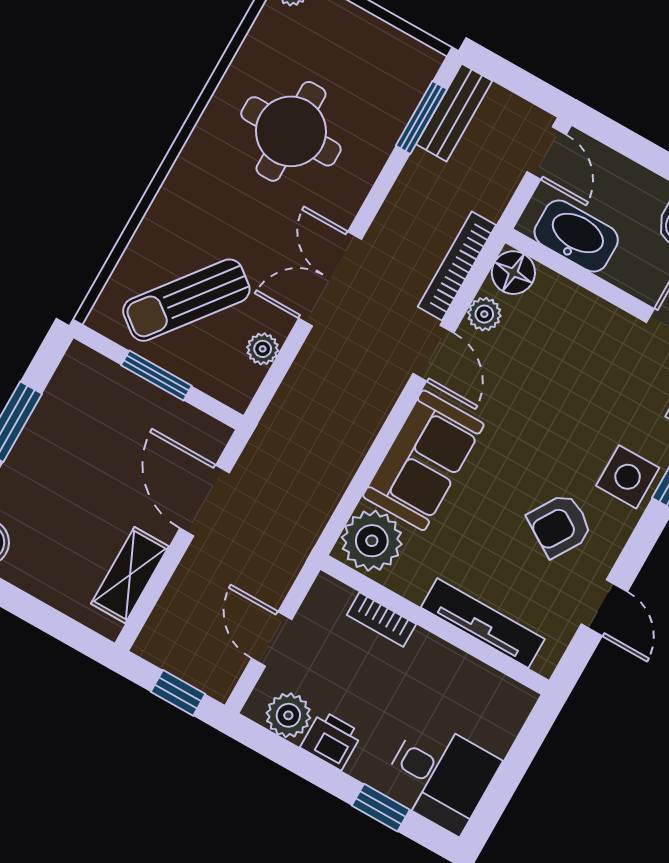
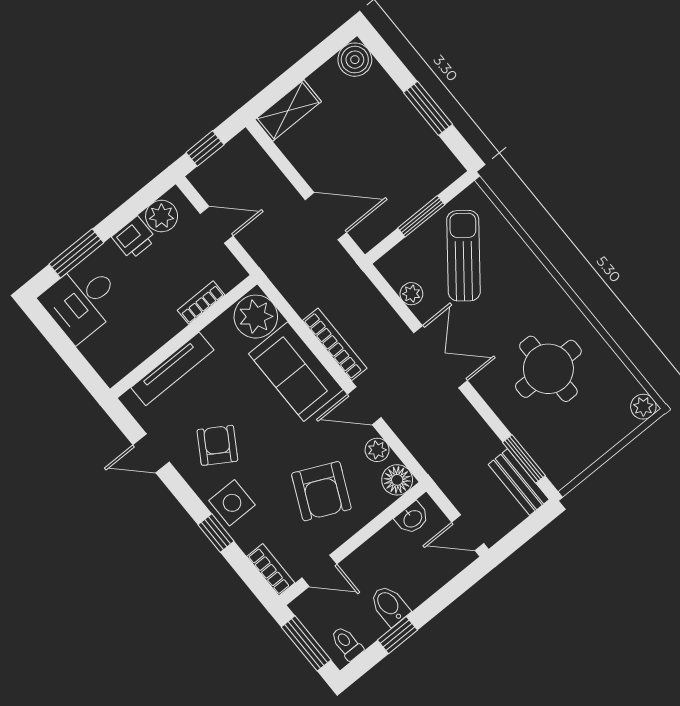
washbasin: (576, 236) -> (412, 518), width x0.52, depth x0.69
bookcase: (457, 266) -> (335, 344), moved
armchair: (567, 366) -> (321, 491), added
shelving: (130, 575) -> (288, 111), moved, turned 90
window: (381, 808) -> (76, 253), width x1.50

